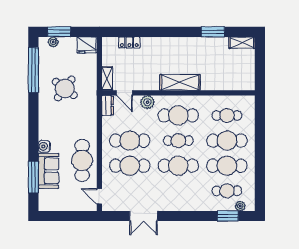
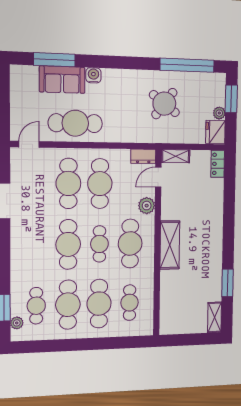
plant: (53, 42) -> (219, 113), moved
locker: (129, 42) -> (218, 164), moved

